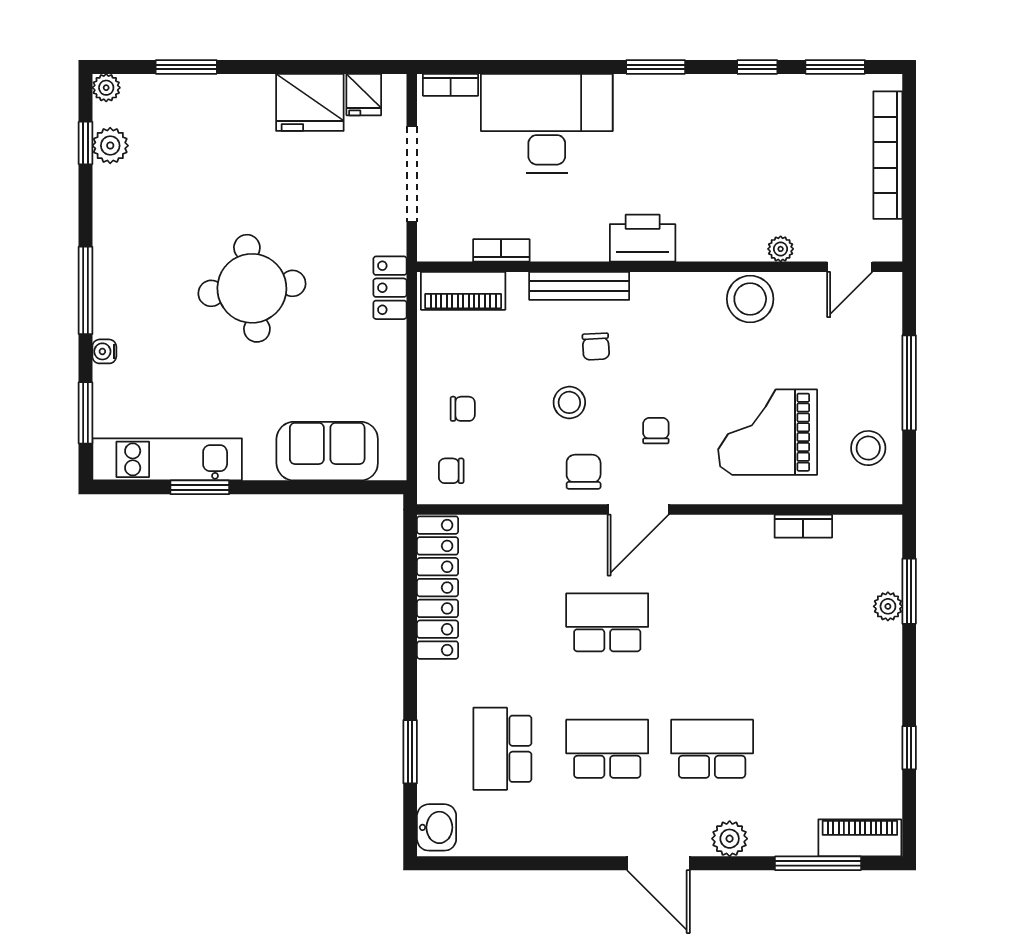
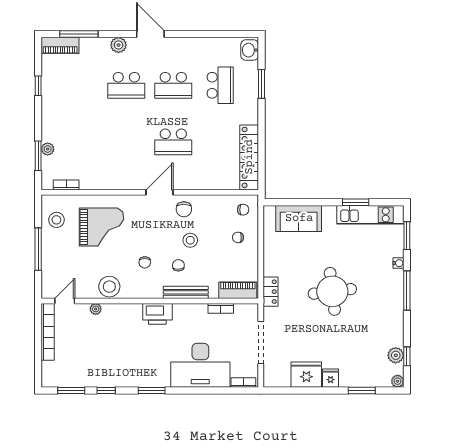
fridge: (364, 95) -> (331, 378), moved
bookcase: (888, 155) -> (48, 332), moved
chair: (656, 431) -> (145, 262), moved
bookcase: (803, 526) -> (66, 185), moved

